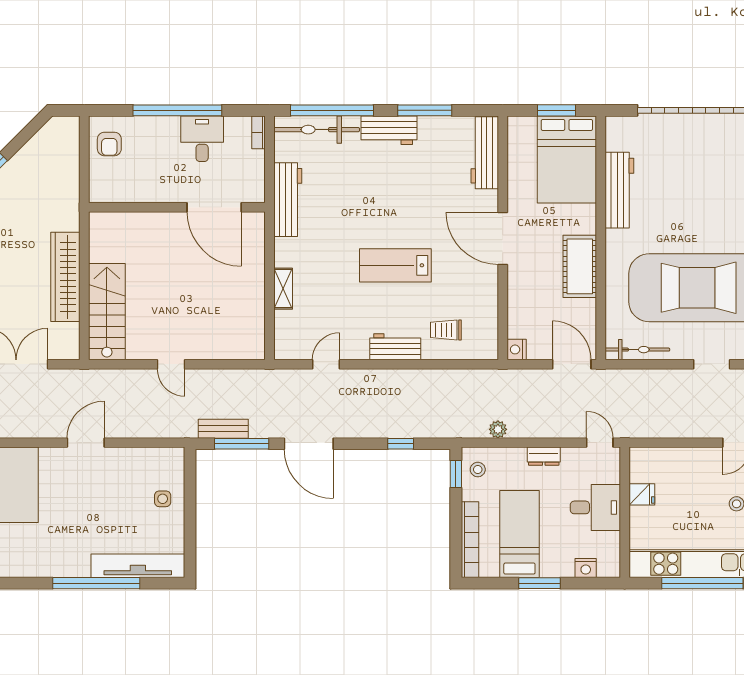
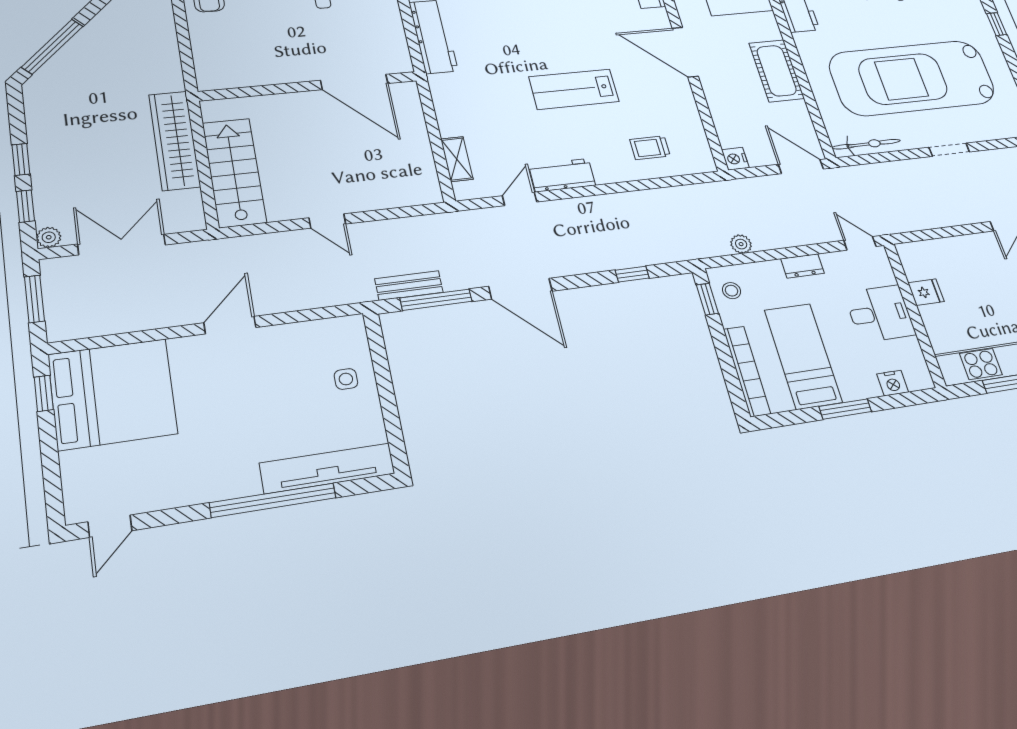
wall: (177, 207) -> (309, 86), moved
door: (214, 207) -> (354, 82), moved
shelving: (283, 289) -> (457, 159), moved
workbench: (395, 347) -> (562, 175), moved

